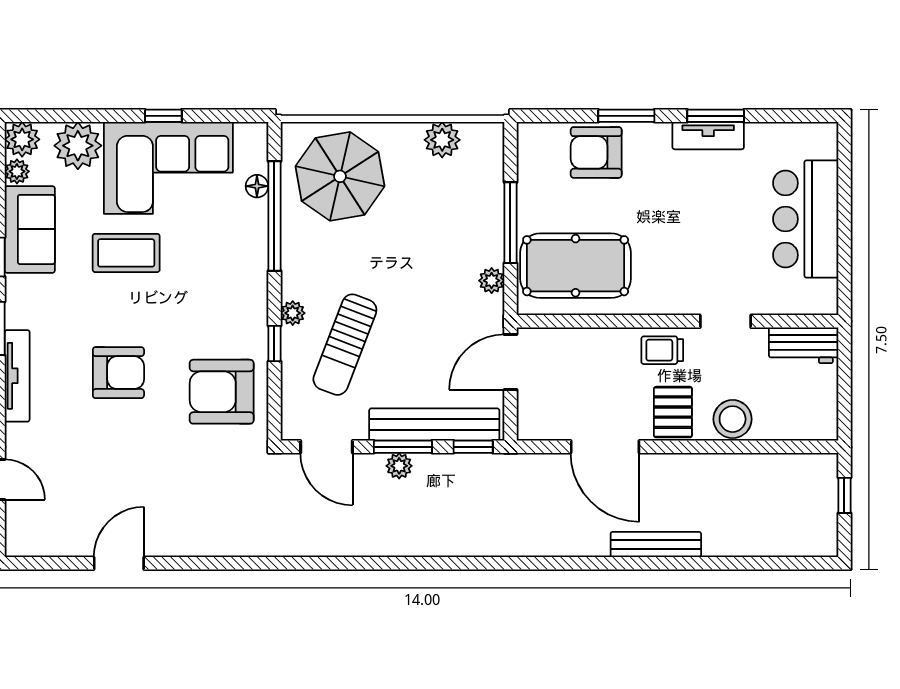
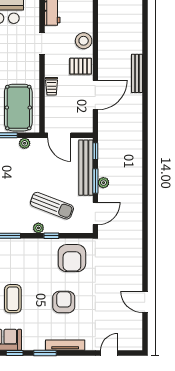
trolley: (662, 350) -> (52, 86), moved

